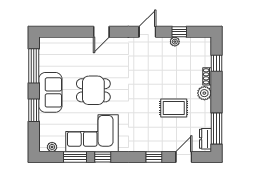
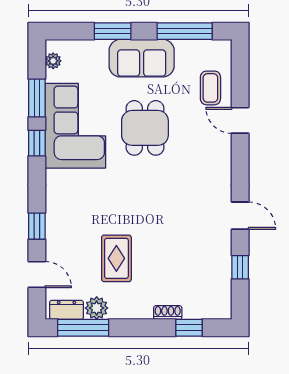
door: (101, 32) -> (240, 120), moved
plant: (175, 42) -> (224, 260), removed
coffee table: (69, 50) -> (210, 88), added
plant: (204, 93) -> (97, 308), moved

